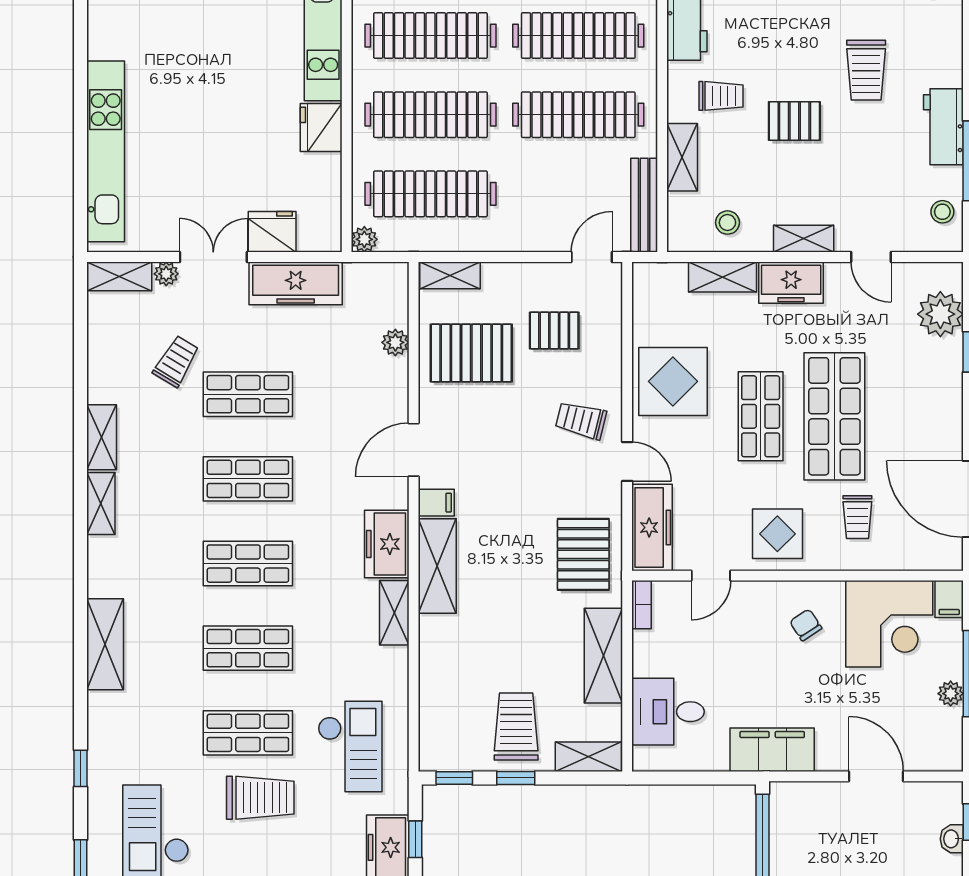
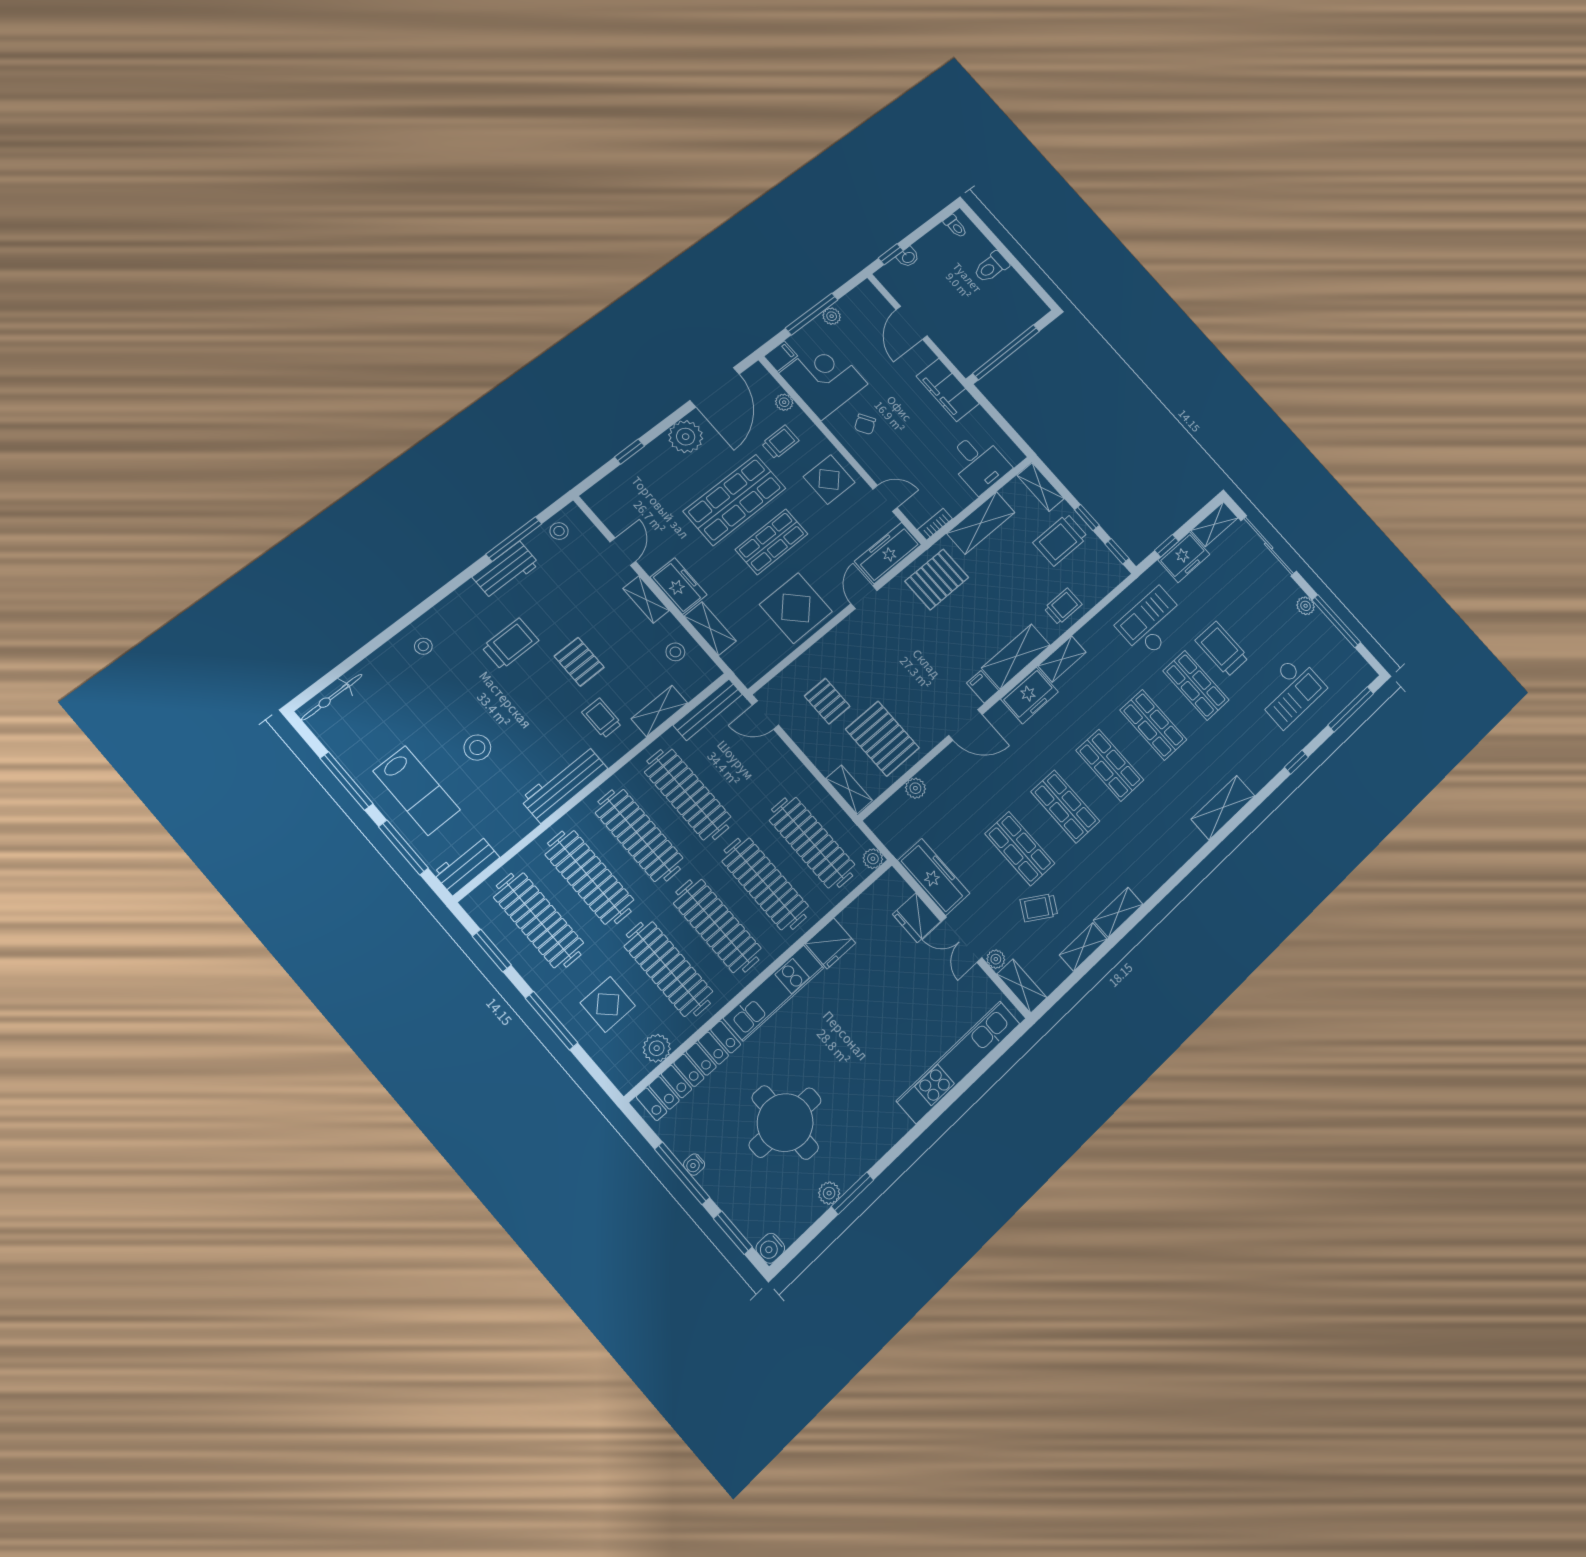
plant: (940, 314) -> (686, 437), moved
trolley: (581, 420) -> (1063, 606), moved, turned -104
shelving: (101, 504) -> (1083, 947), moved
plant: (897, 559) -> (784, 402), added

